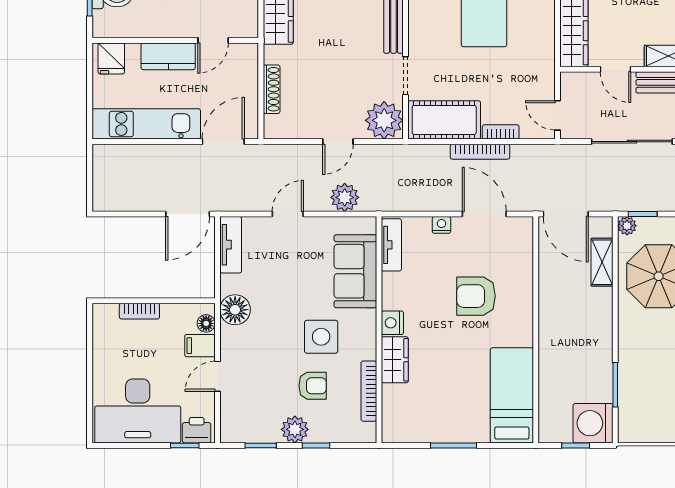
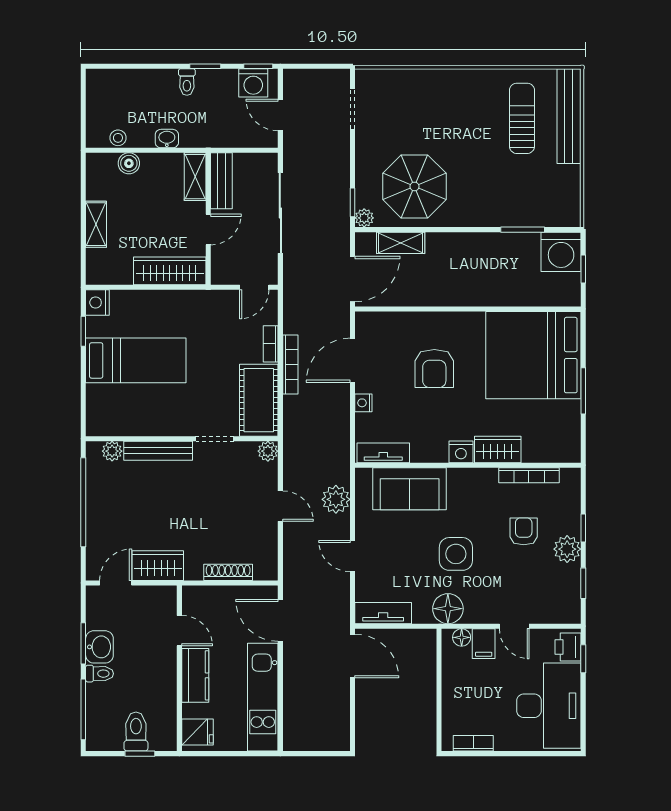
plant: (384, 120) -> (268, 451), width x0.53, depth x0.53
bookcase: (139, 311) -> (473, 743), moved, turned -90
side table: (321, 337) -> (456, 554), moved
bed: (512, 395) -> (533, 355), width x2.04

